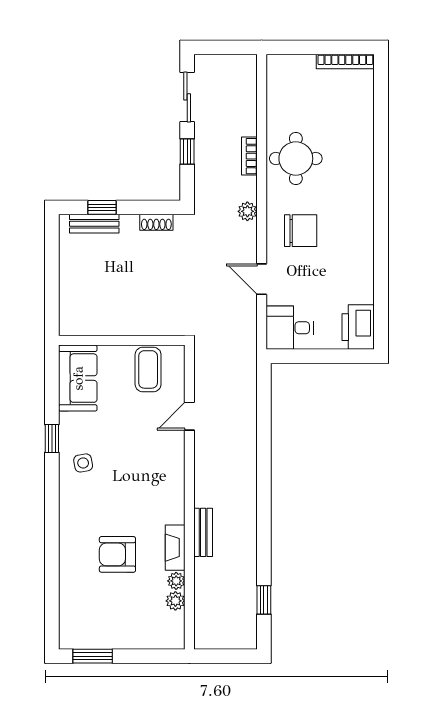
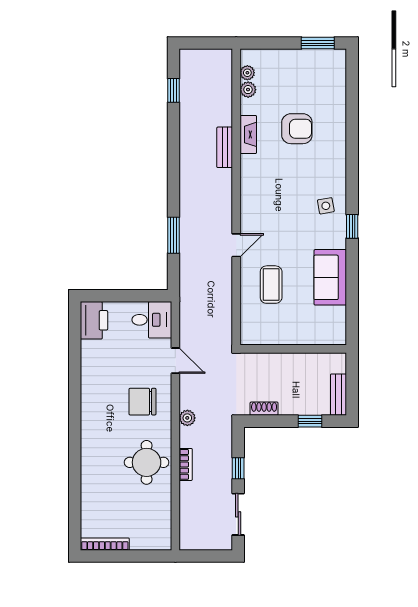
bench: (94, 224) -> (338, 395), moved, turned 90
wall: (122, 340) -> (293, 349), moved
window: (264, 428) -> (174, 235), added
plant: (176, 581) -> (247, 73), moved

